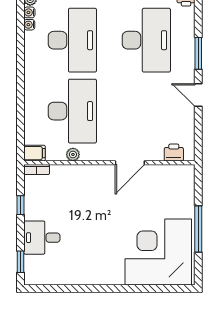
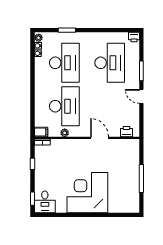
door: (130, 163) -> (100, 138), swing flipped
desk: (42, 238) -> (45, 202), moved, turned -90
corner desk: (158, 252) -> (87, 193), moved

